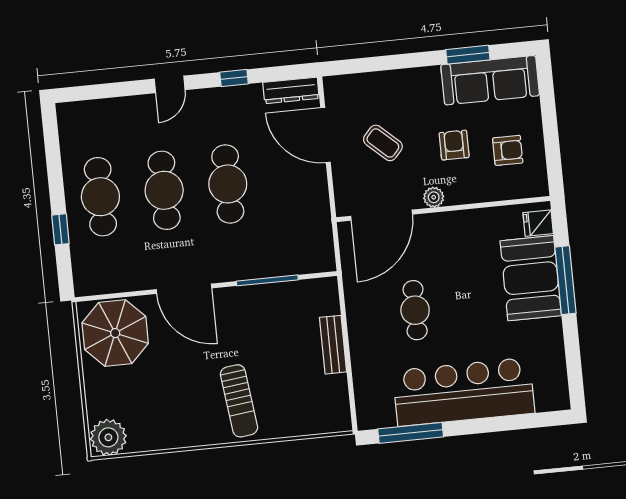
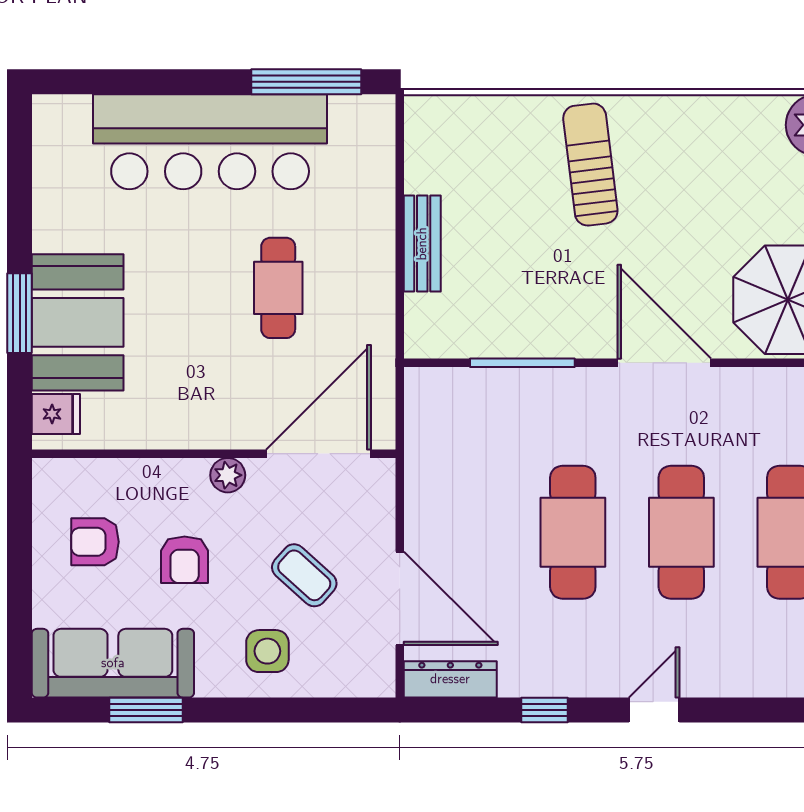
side table: (400, 96) -> (267, 651), added
window: (565, 280) -> (20, 313), width x0.69

